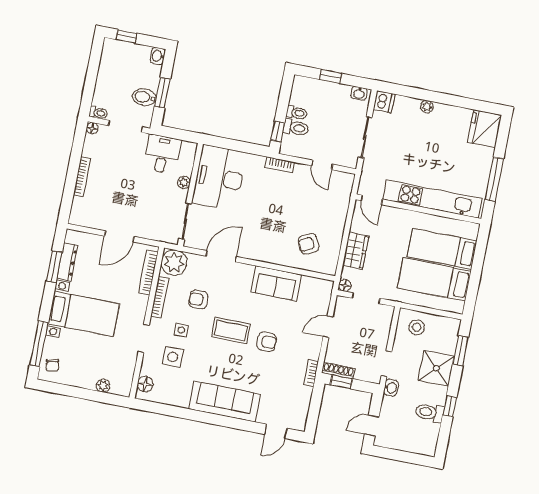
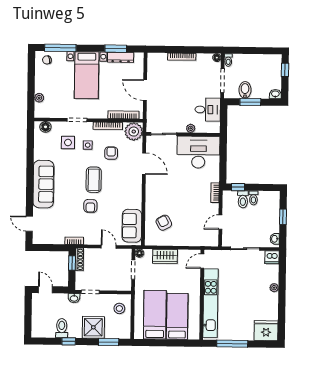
sofa: (276, 283) -> (132, 226), moved

